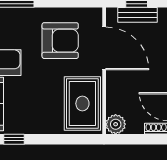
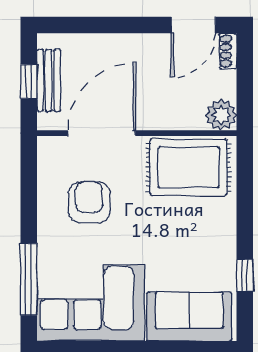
armchair: (60, 41) -> (89, 202), width x0.73, depth x0.73

